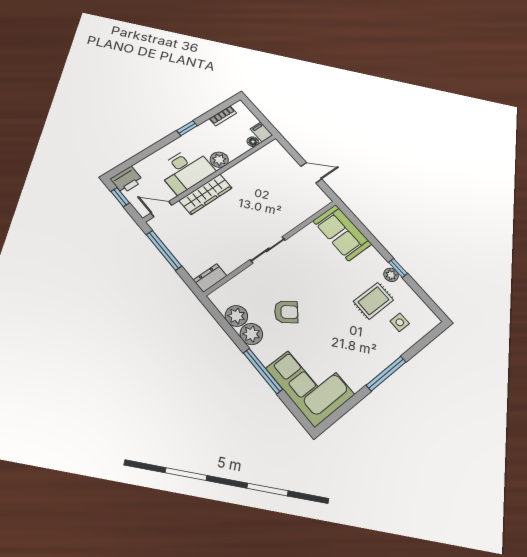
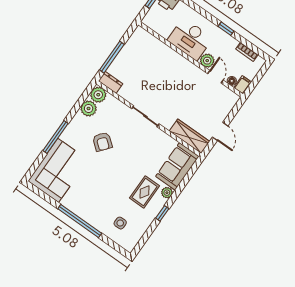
wardrobe: (206, 194) -> (189, 136), moved, turned 180
door: (161, 209) -> (215, 77), moved
window: (164, 250) -> (112, 57), moved
plant: (391, 275) -> (167, 193), moved
rug: (374, 301) -> (145, 192), moved, turned 90
plant: (251, 334) -> (98, 95), moved
window: (386, 373) -> (80, 221), width x1.46

